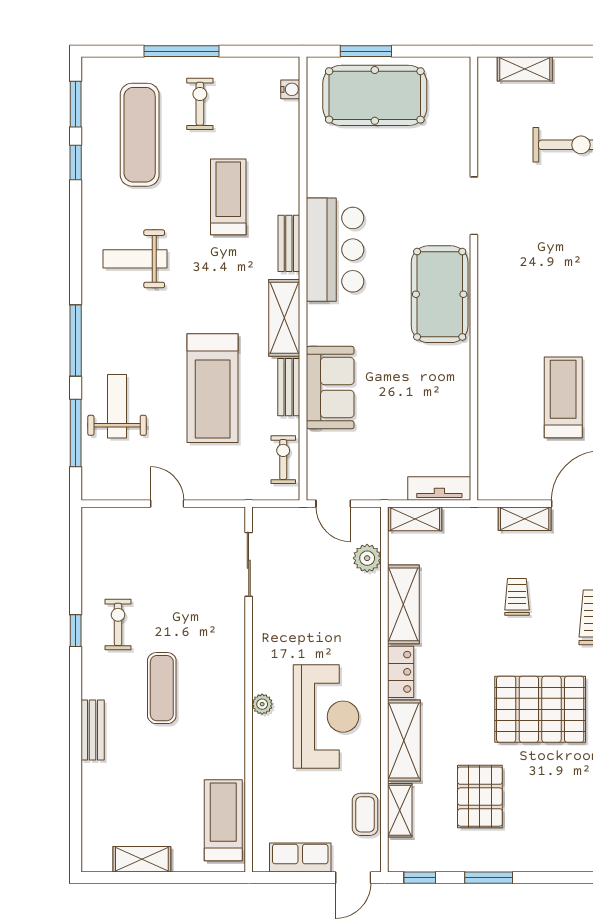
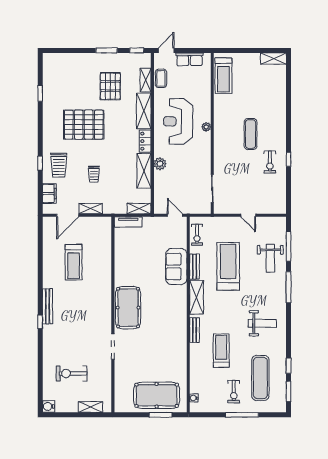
treadmill: (228, 197) -> (221, 351), turned 180
bar counter: (335, 250) -> (174, 327), removed
plant: (367, 558) -> (160, 164), moved
bench: (93, 730) -> (281, 116), removed
shelving: (142, 859) -> (273, 59), moved

